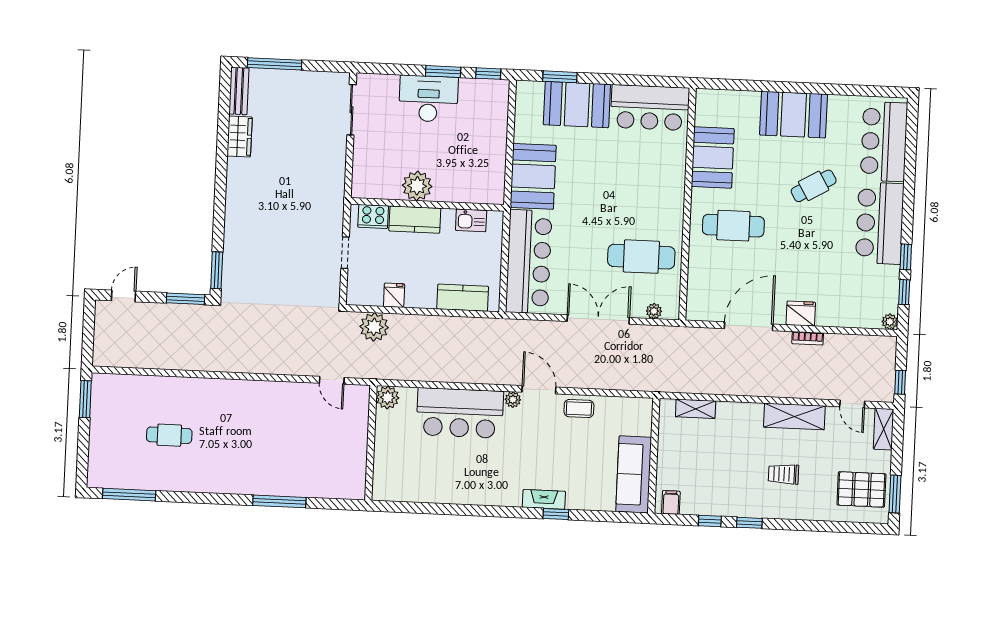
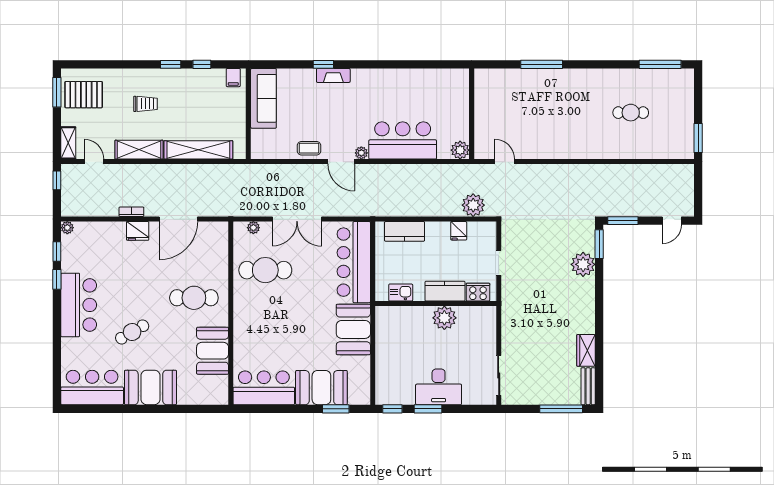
bar counter: (884, 142) -> (92, 387), moved, turned -90
plant: (238, 246) -> (583, 264), added
shelving: (696, 409) -> (198, 150), width x2.20, depth x1.33

